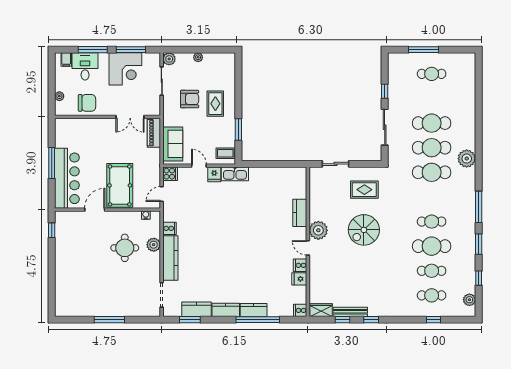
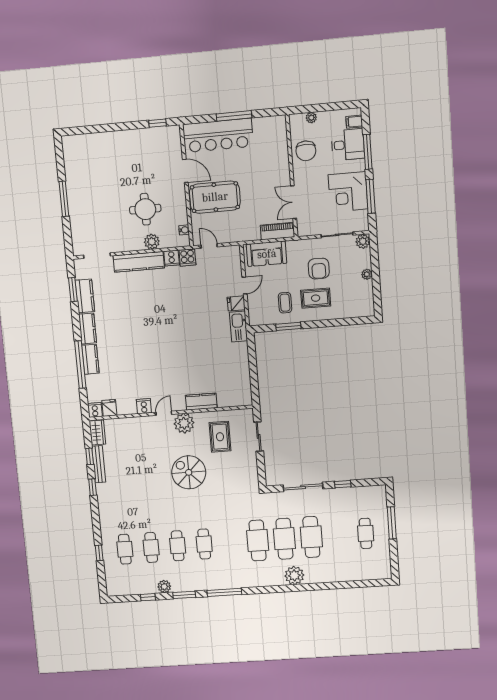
coffee table: (225, 153) -> (285, 303), moved
plant: (467, 159) -> (294, 575), moved
cooker: (170, 174) -> (187, 257), moved
rug: (364, 190) -> (220, 437), moved
cafe table: (432, 246) -> (178, 546), width x0.73, depth x0.74
fridge: (299, 279) -> (109, 408), moved
plant: (469, 300) -> (164, 587), moved

